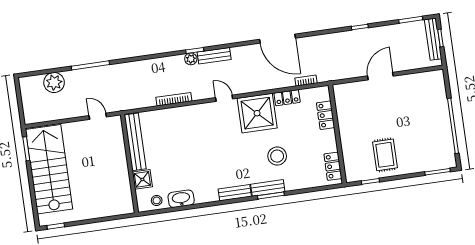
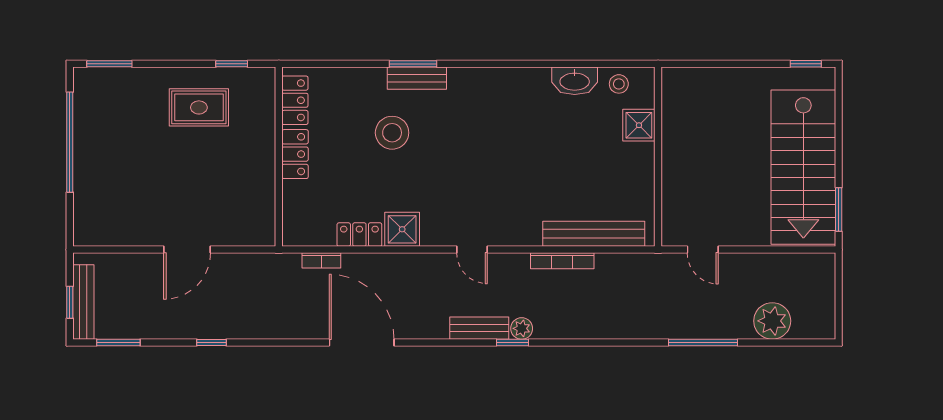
shower: (257, 113) -> (402, 229), width x0.54, depth x0.54
locker: (326, 115) -> (295, 154), moved
bench: (135, 142) -> (594, 234), moved, turned 90
rug: (385, 155) -> (199, 107), turned 90
bench: (235, 193) -> (477, 78), removed

